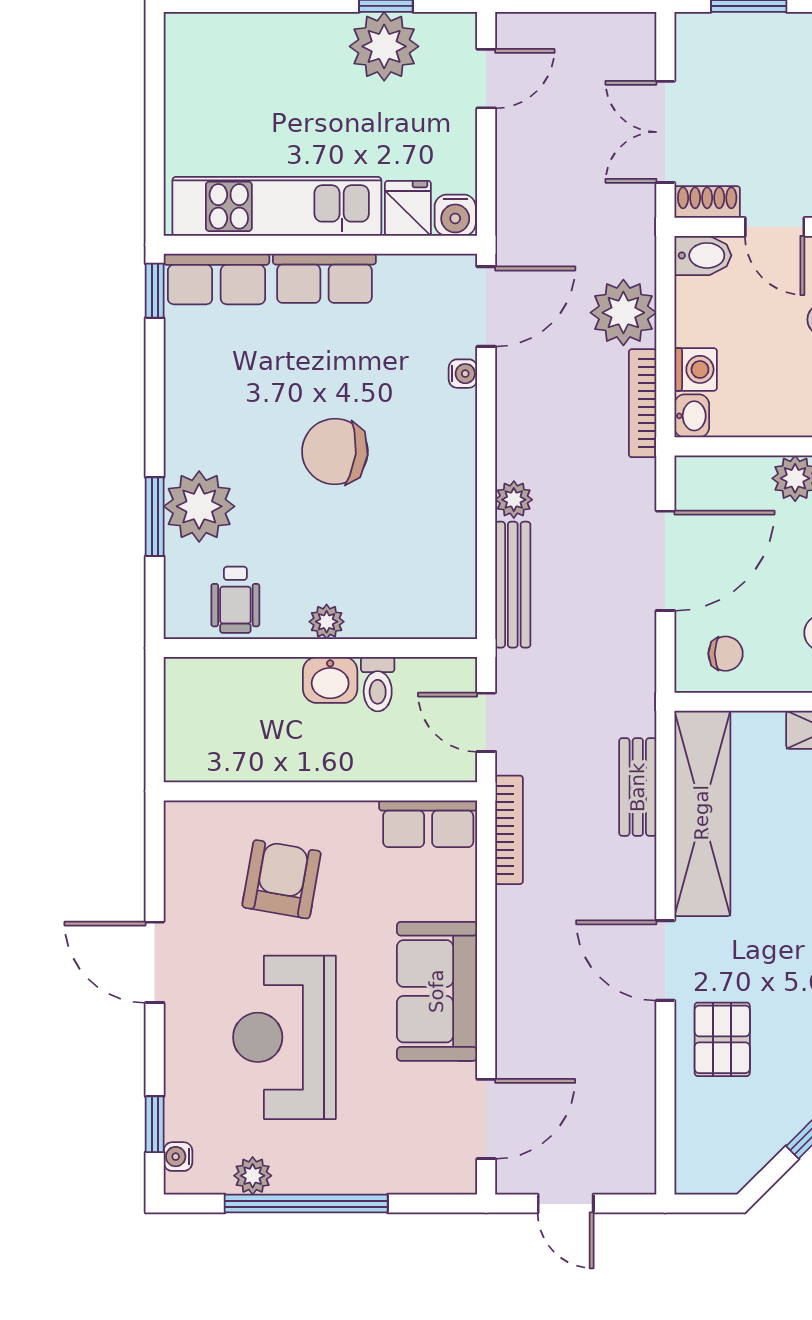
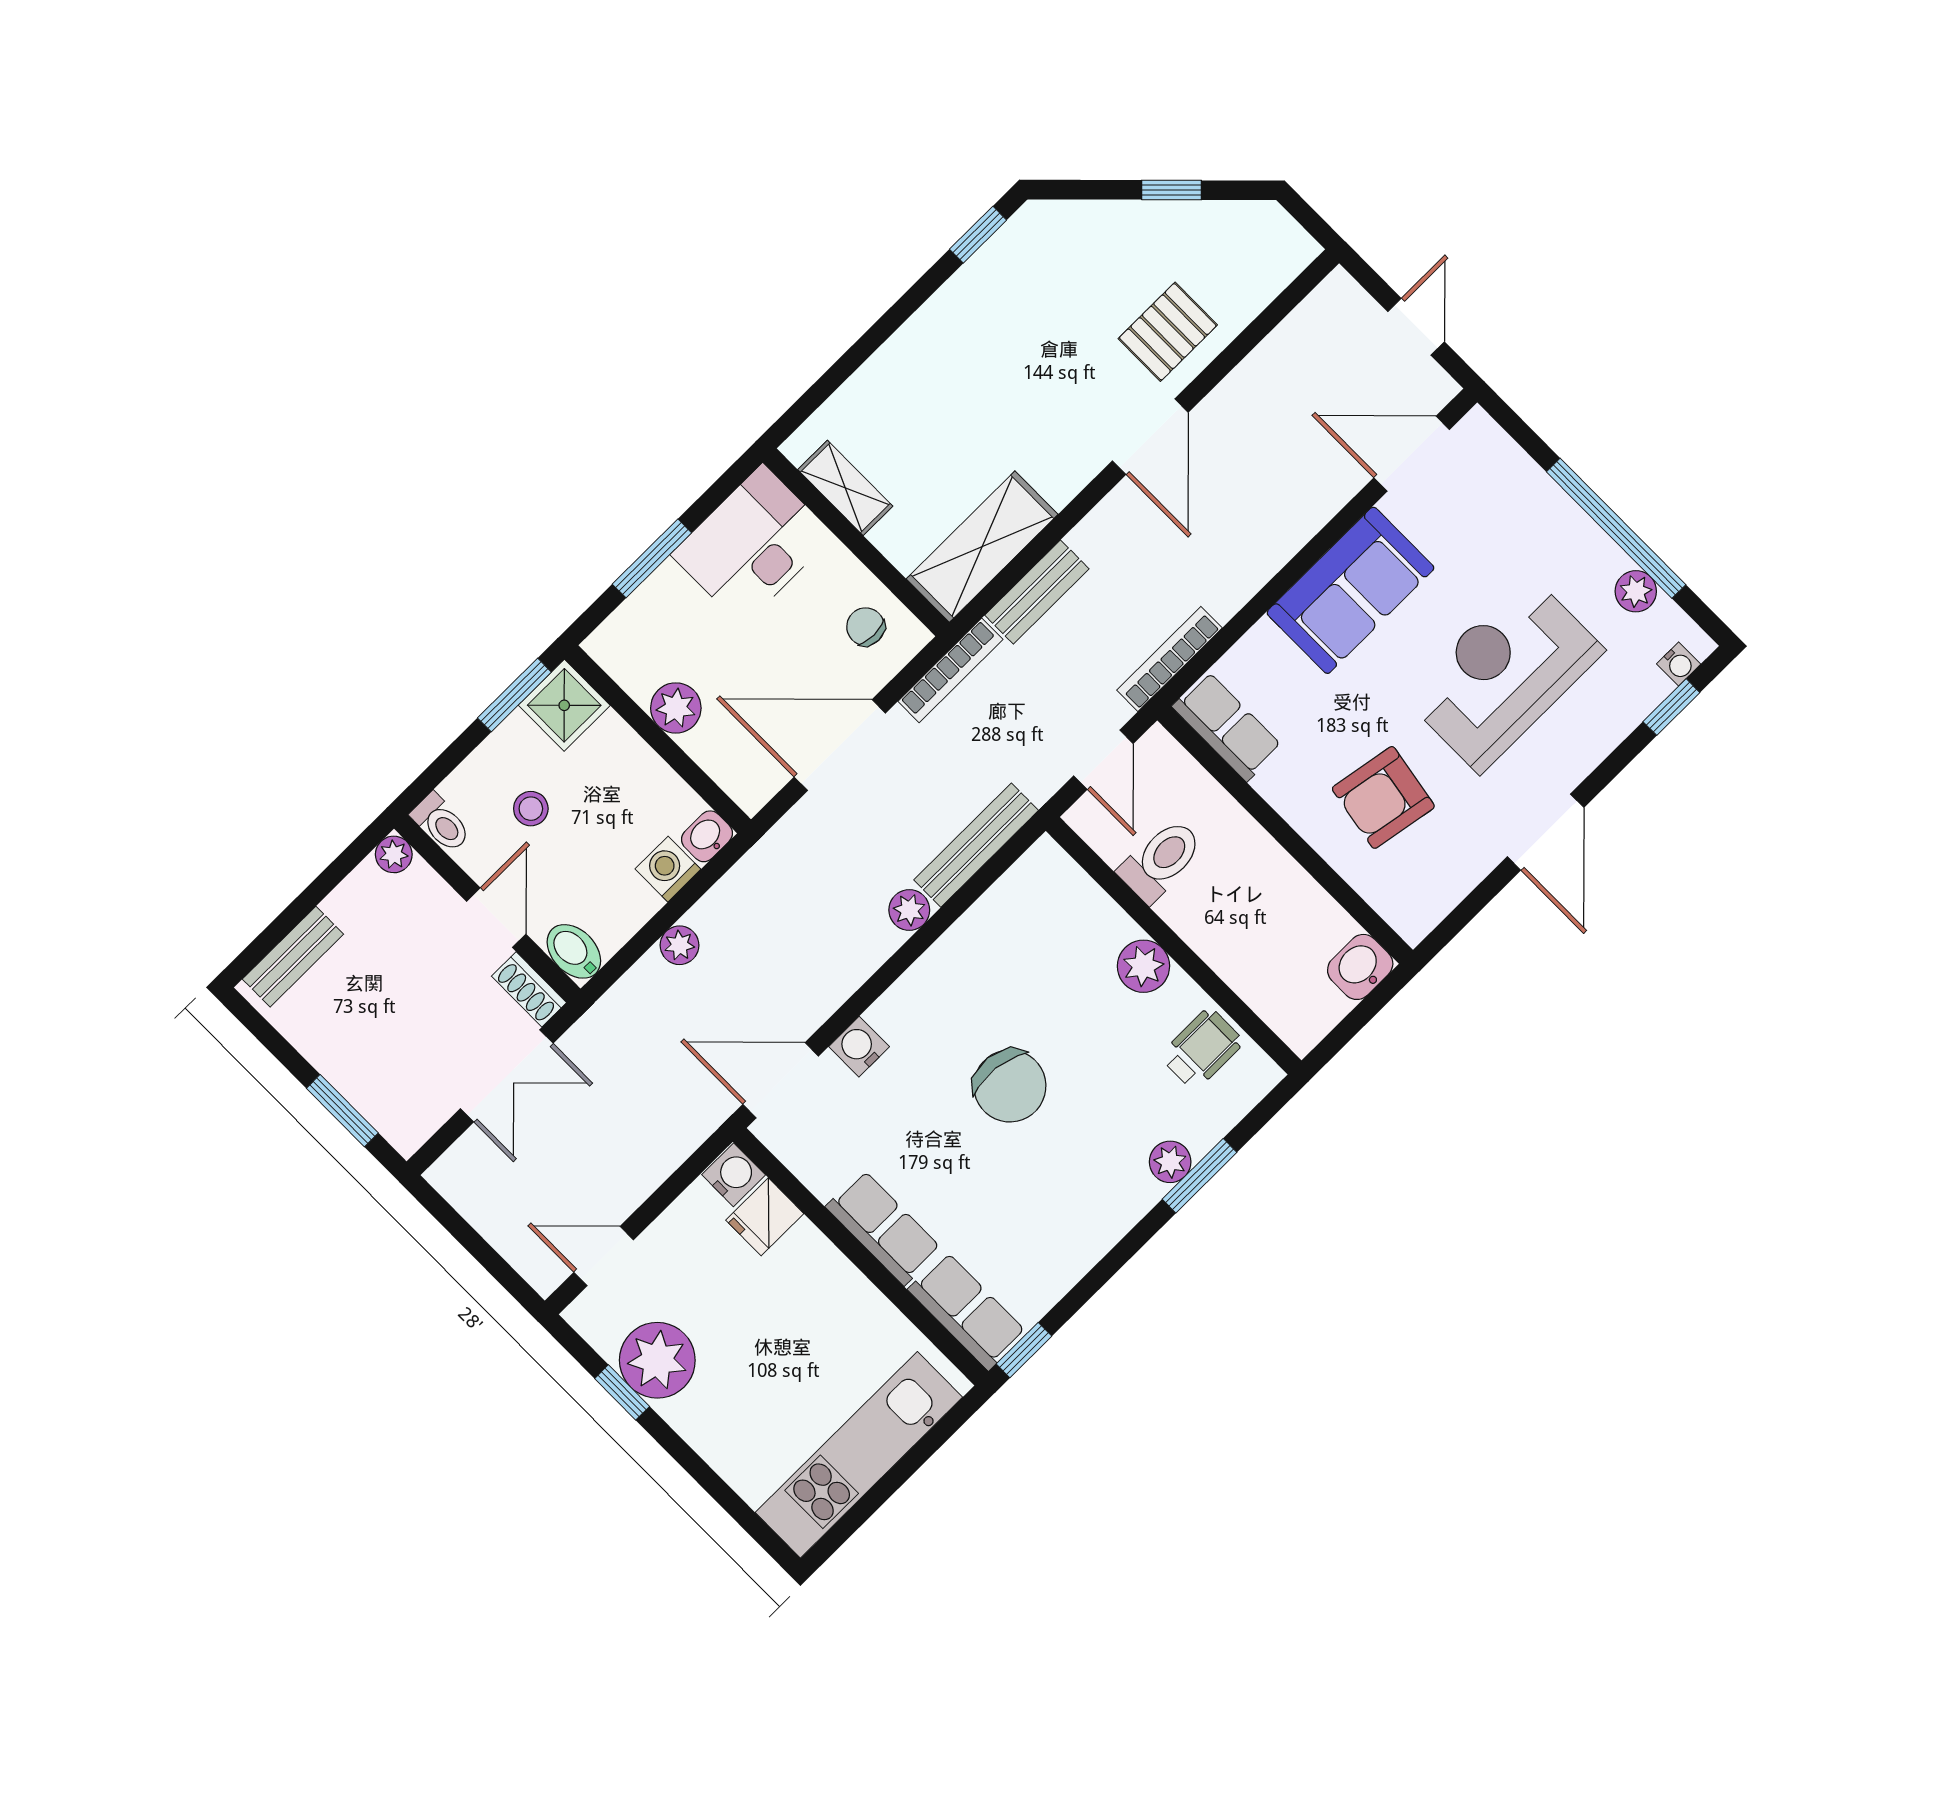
kitchen unit: (277, 206) -> (859, 1455), moved, turned 90
plant: (623, 313) -> (680, 945), width x0.53, depth x0.53
water cooler: (463, 374) -> (859, 1047), width x1.38, depth x1.38
bookcase: (643, 403) -> (950, 670), moved
plant: (199, 506) -> (1170, 1162), width x0.53, depth x0.53
plant: (327, 622) -> (1143, 966), width x1.38, depth x1.38
washbasin: (330, 680) -> (1360, 967), moved, turned -90
toilet: (378, 684) -> (1161, 860), width x1.37, depth x1.39
shelving: (702, 813) -> (982, 547), width x0.68
reception desk: (284, 1037) -> (1504, 673), turned 180

